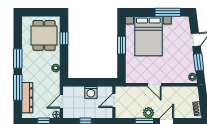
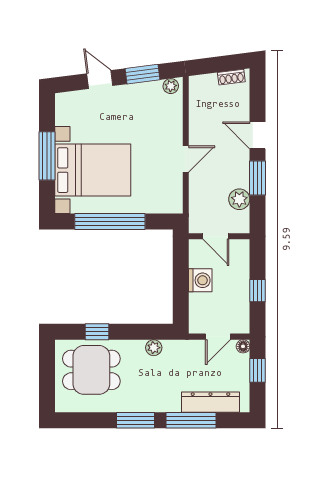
window: (168, 12) -> (47, 156), moved
window: (122, 45) -> (110, 222), width x2.11
door: (61, 101) -> (218, 337), hinge flipped
plant: (148, 113) -> (239, 199), moved

